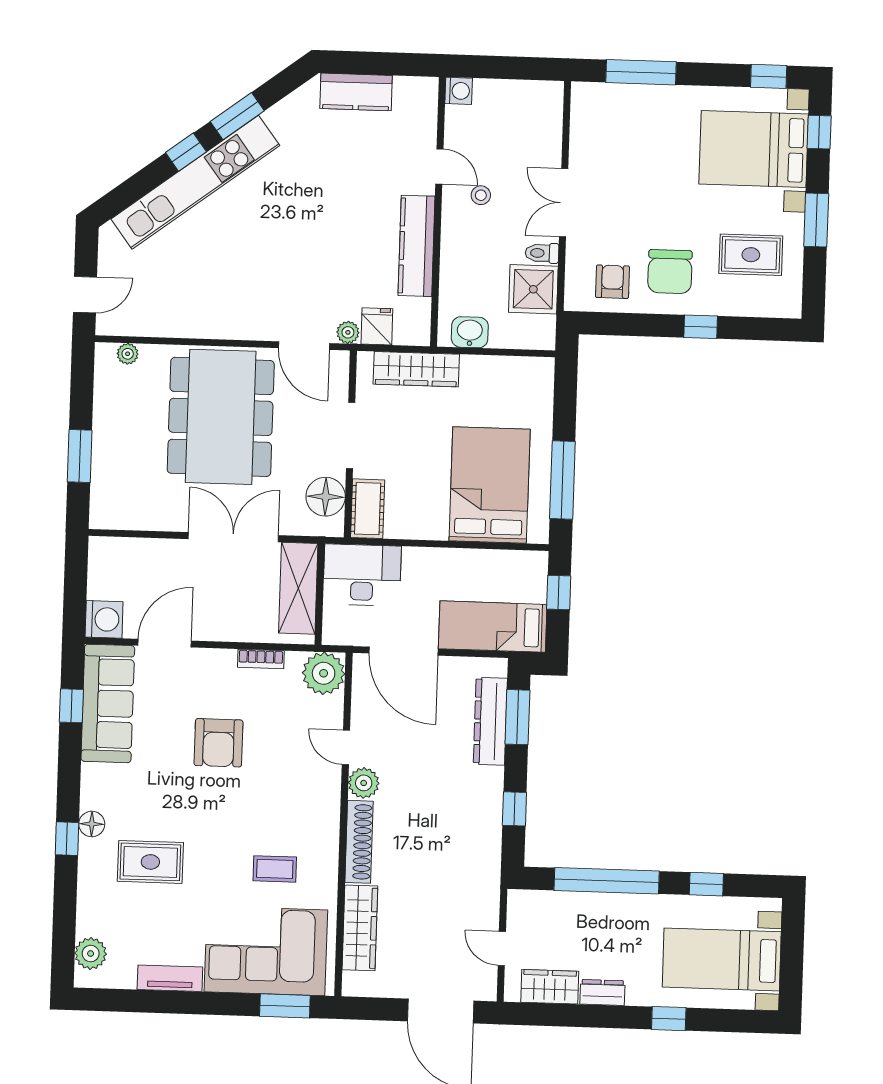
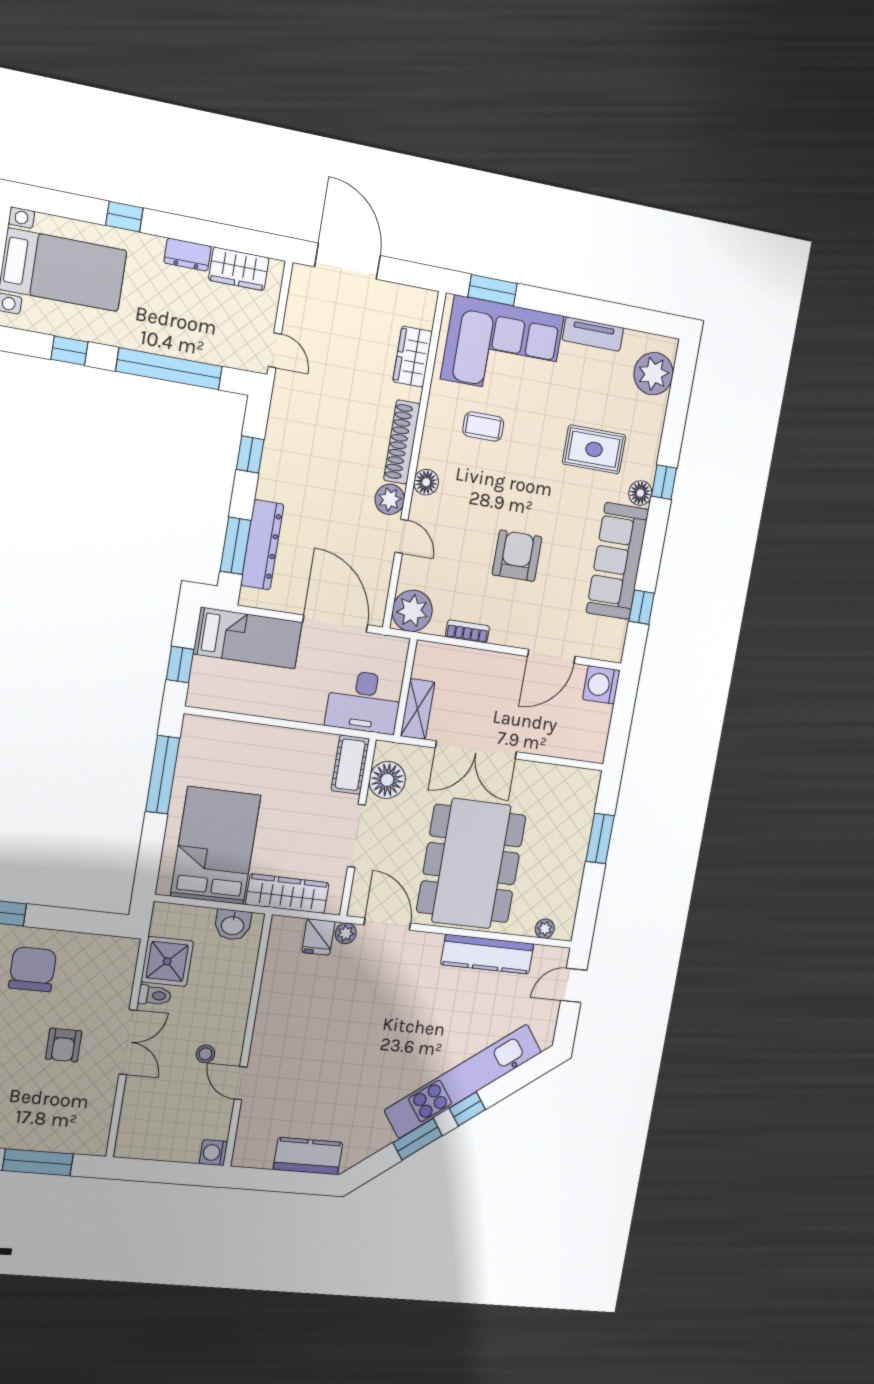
kitchen counter: (417, 246) -> (487, 954), moved, turned 90
armchair: (612, 282) -> (64, 1045), moved
bed: (490, 485) -> (216, 846), moved, turned 180
shelving: (298, 588) -> (418, 709), width x0.67, depth x0.75
sofa: (108, 703) -> (617, 561), moved
floor lamp: (328, 805) -> (426, 482), added
wardrobe: (360, 928) -> (413, 357), width x0.67
door: (502, 948) -> (275, 350), moved
plant: (91, 954) -> (654, 374), width x1.36, depth x1.36

